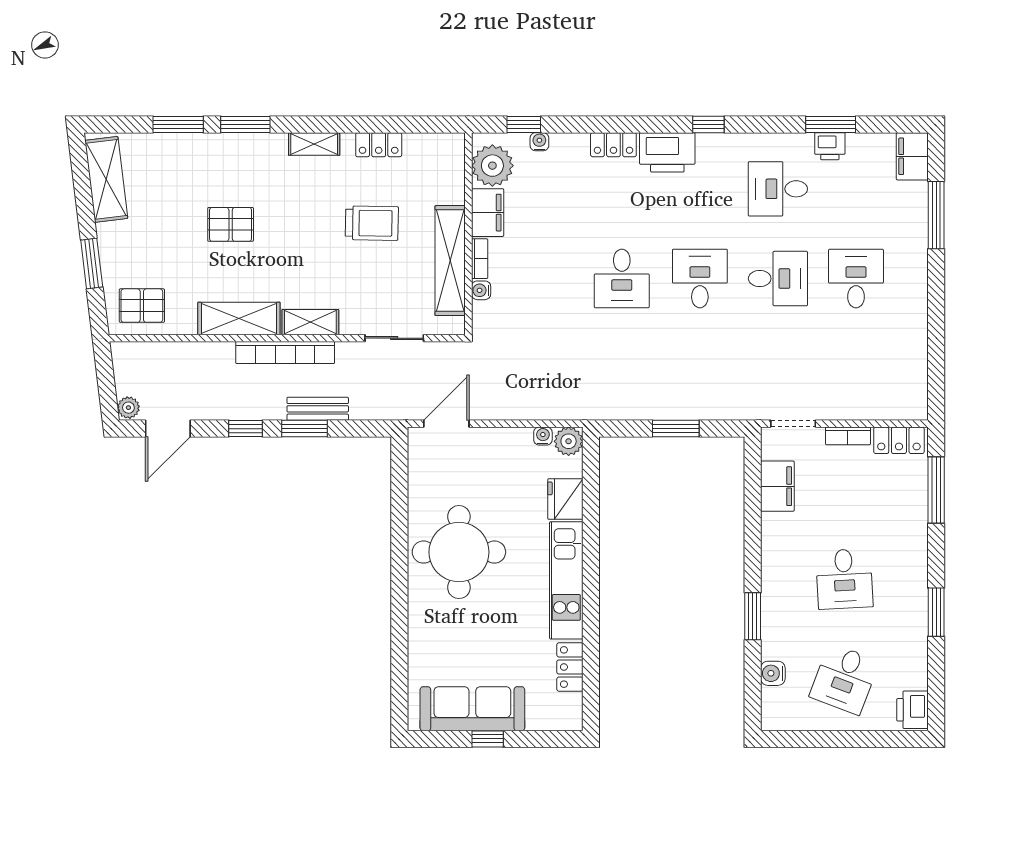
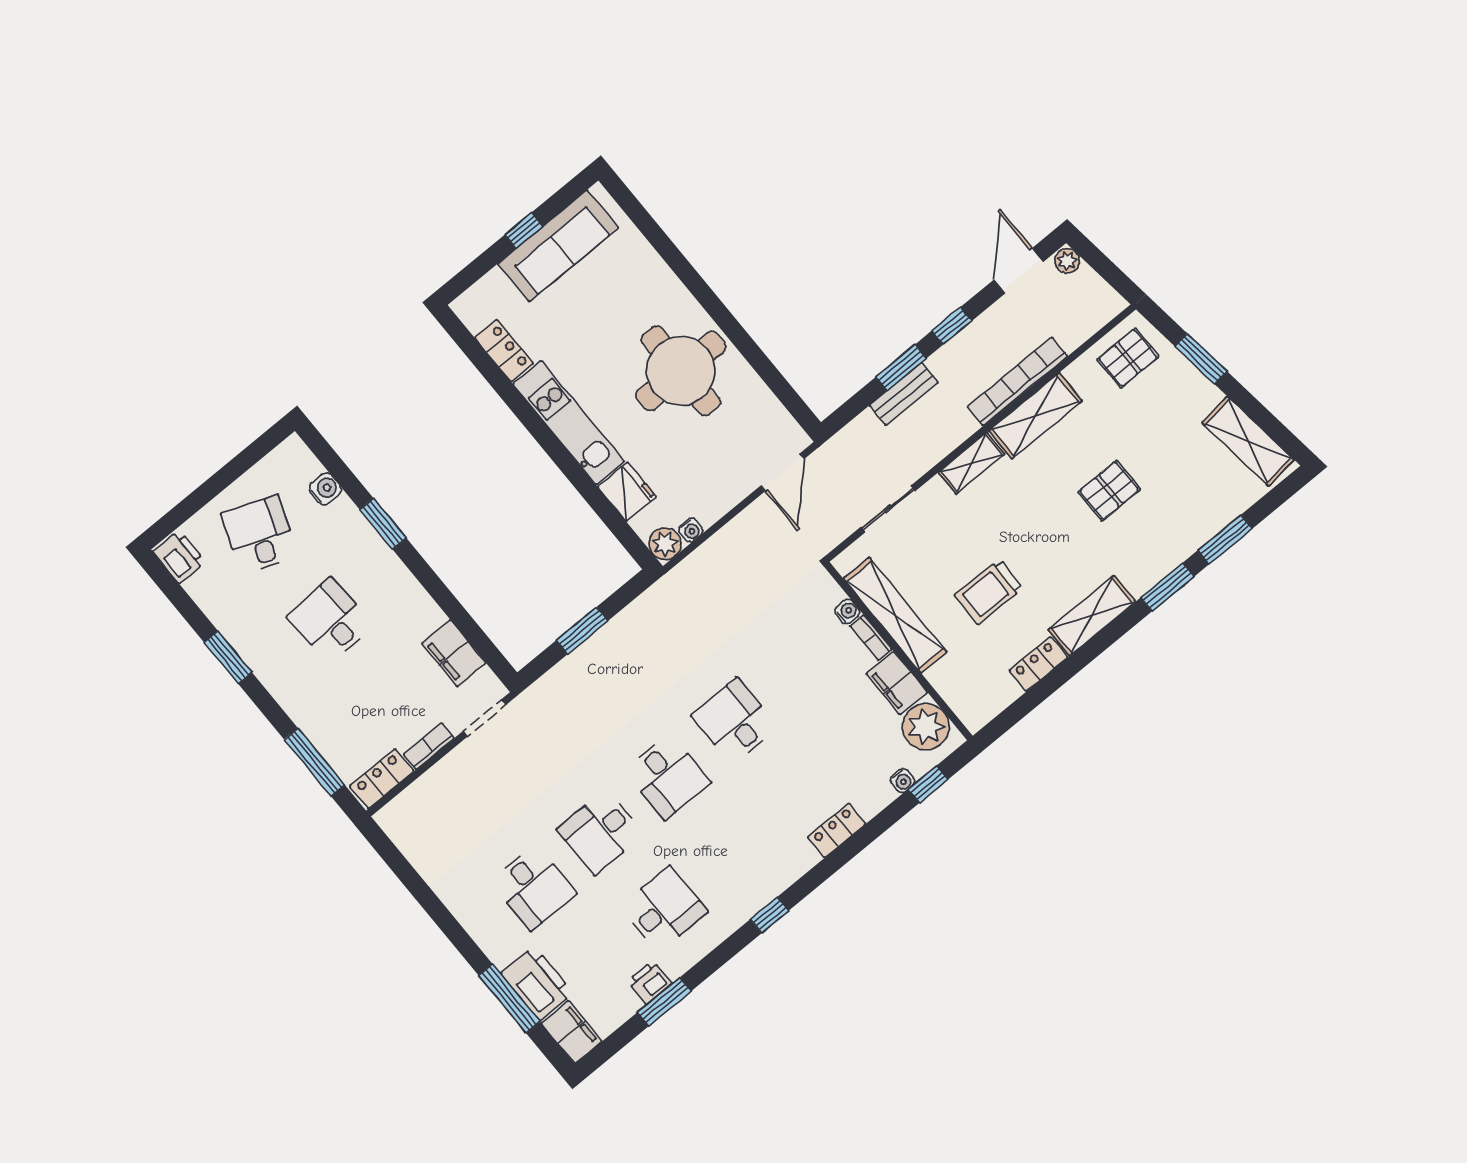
shelving: (314, 144) -> (1092, 616), width x1.50, depth x1.33
printer: (667, 152) -> (537, 983), moved, turned 90
bookcase: (285, 352) -> (1017, 381), moved

